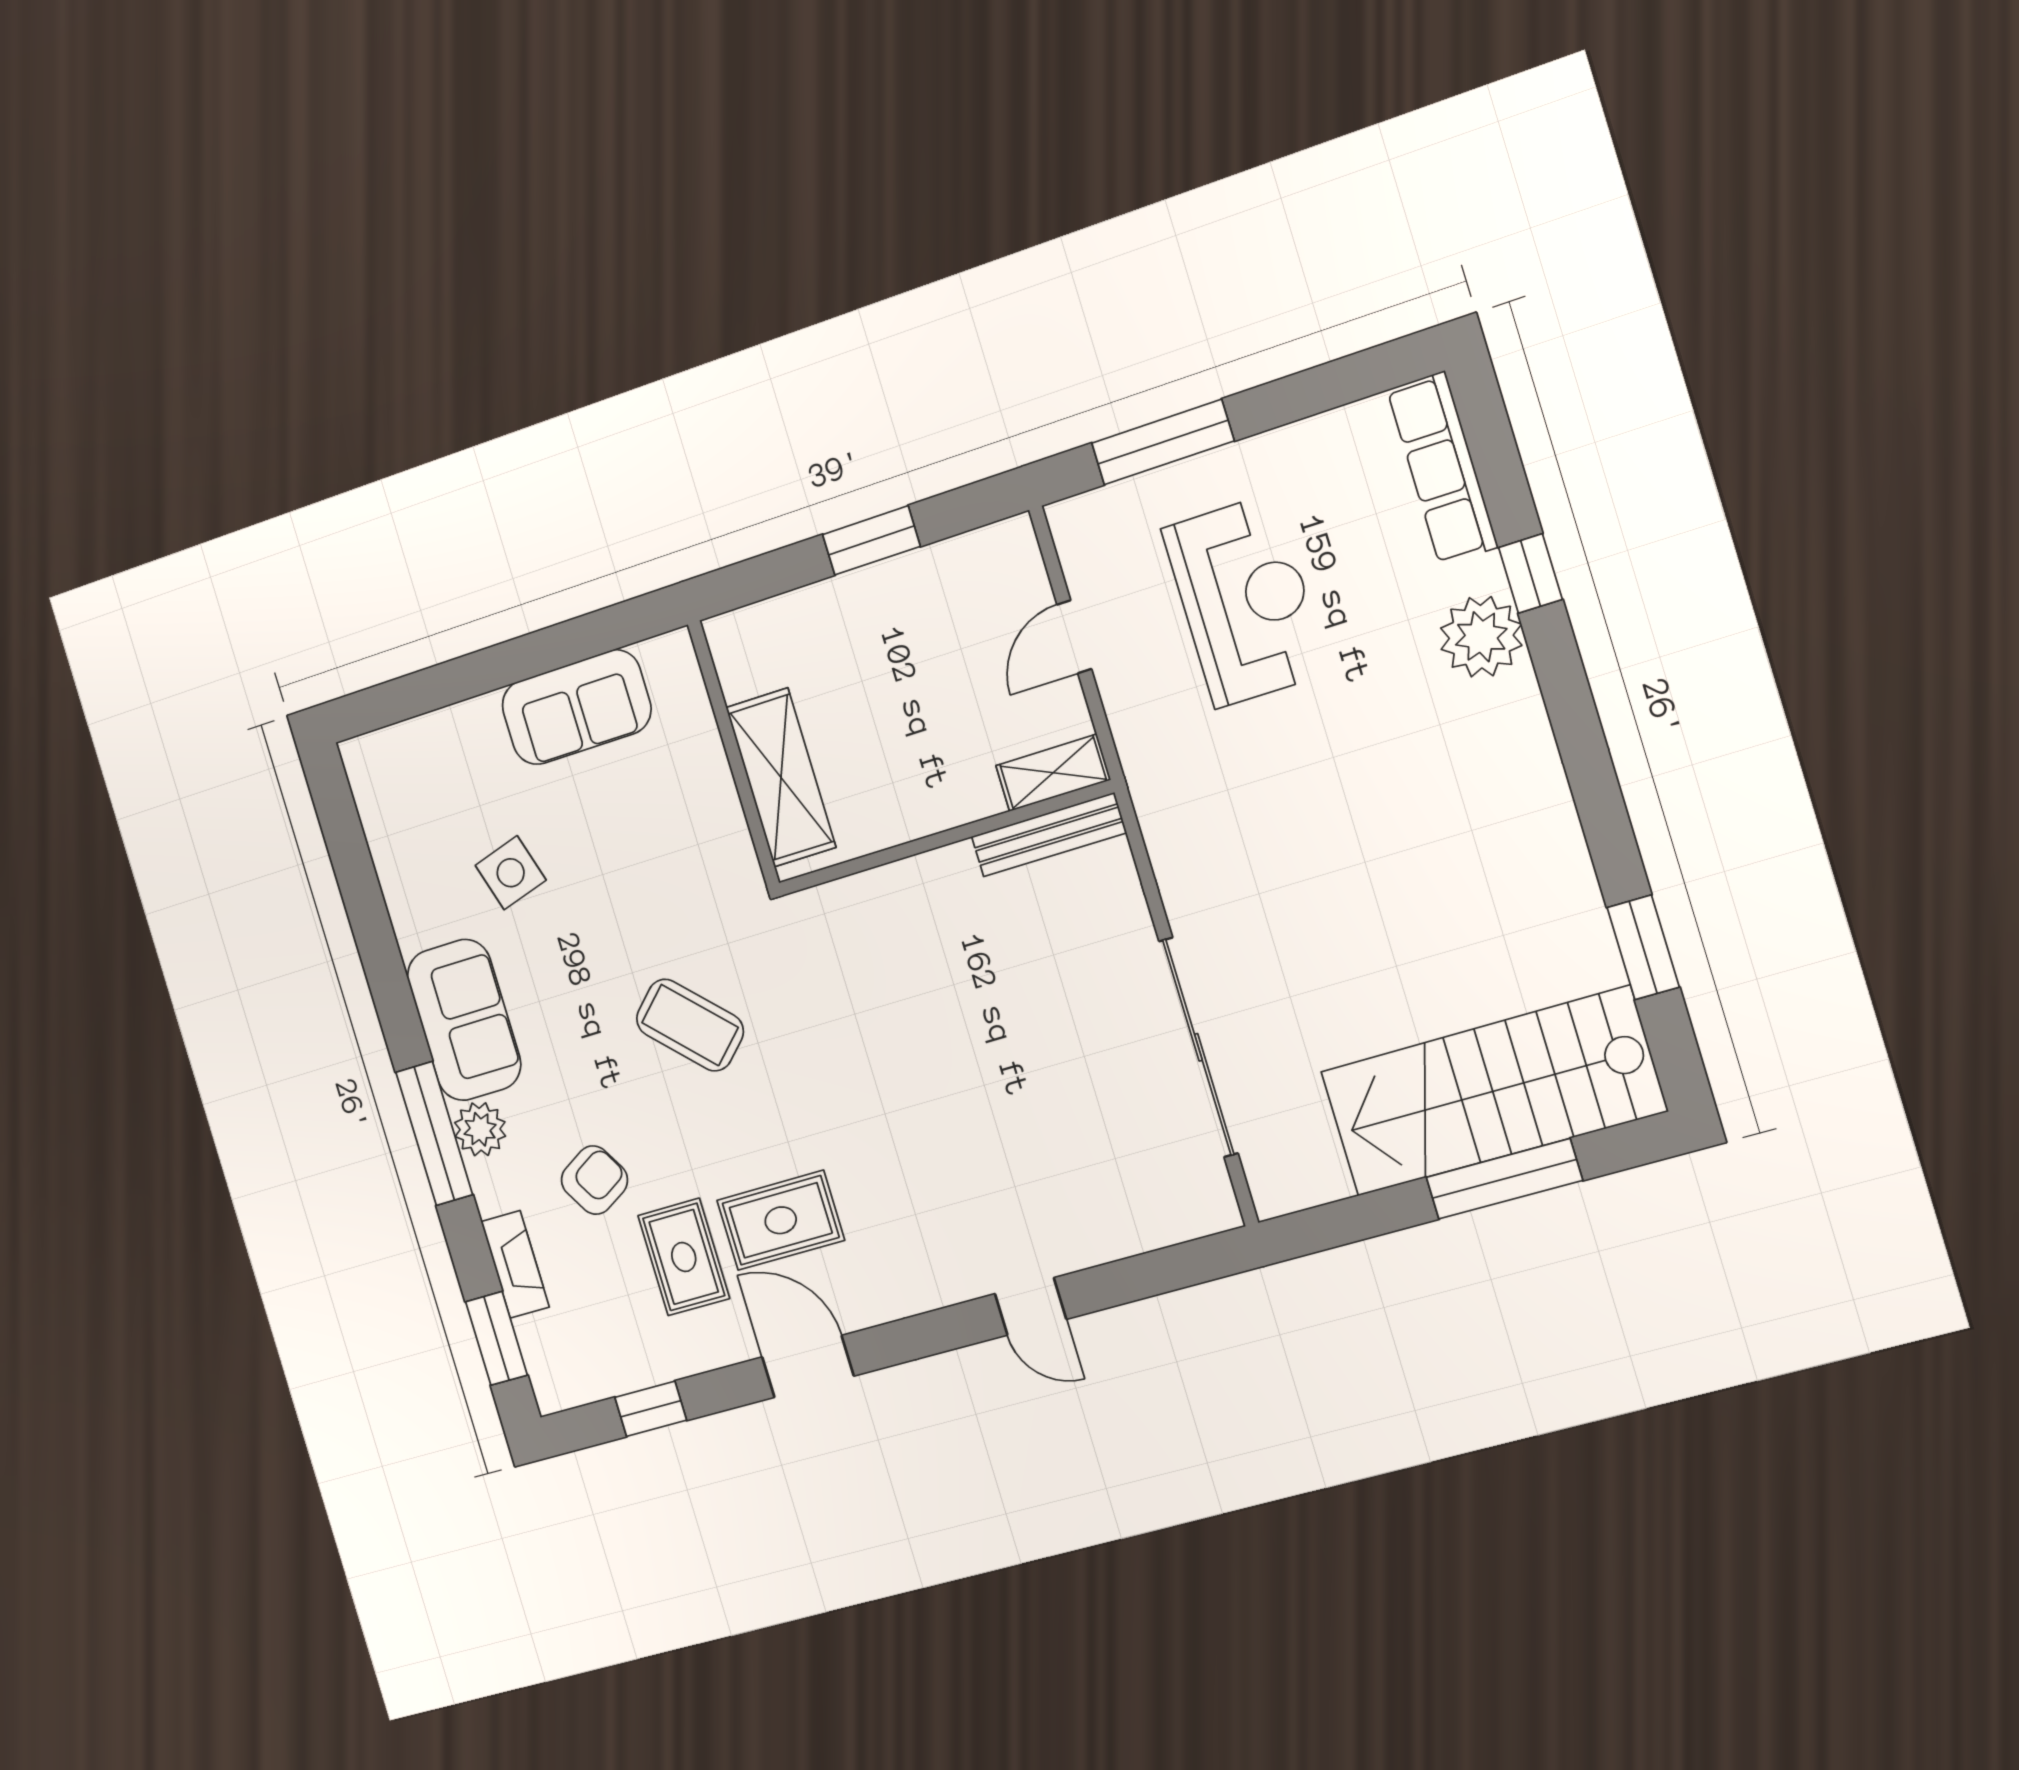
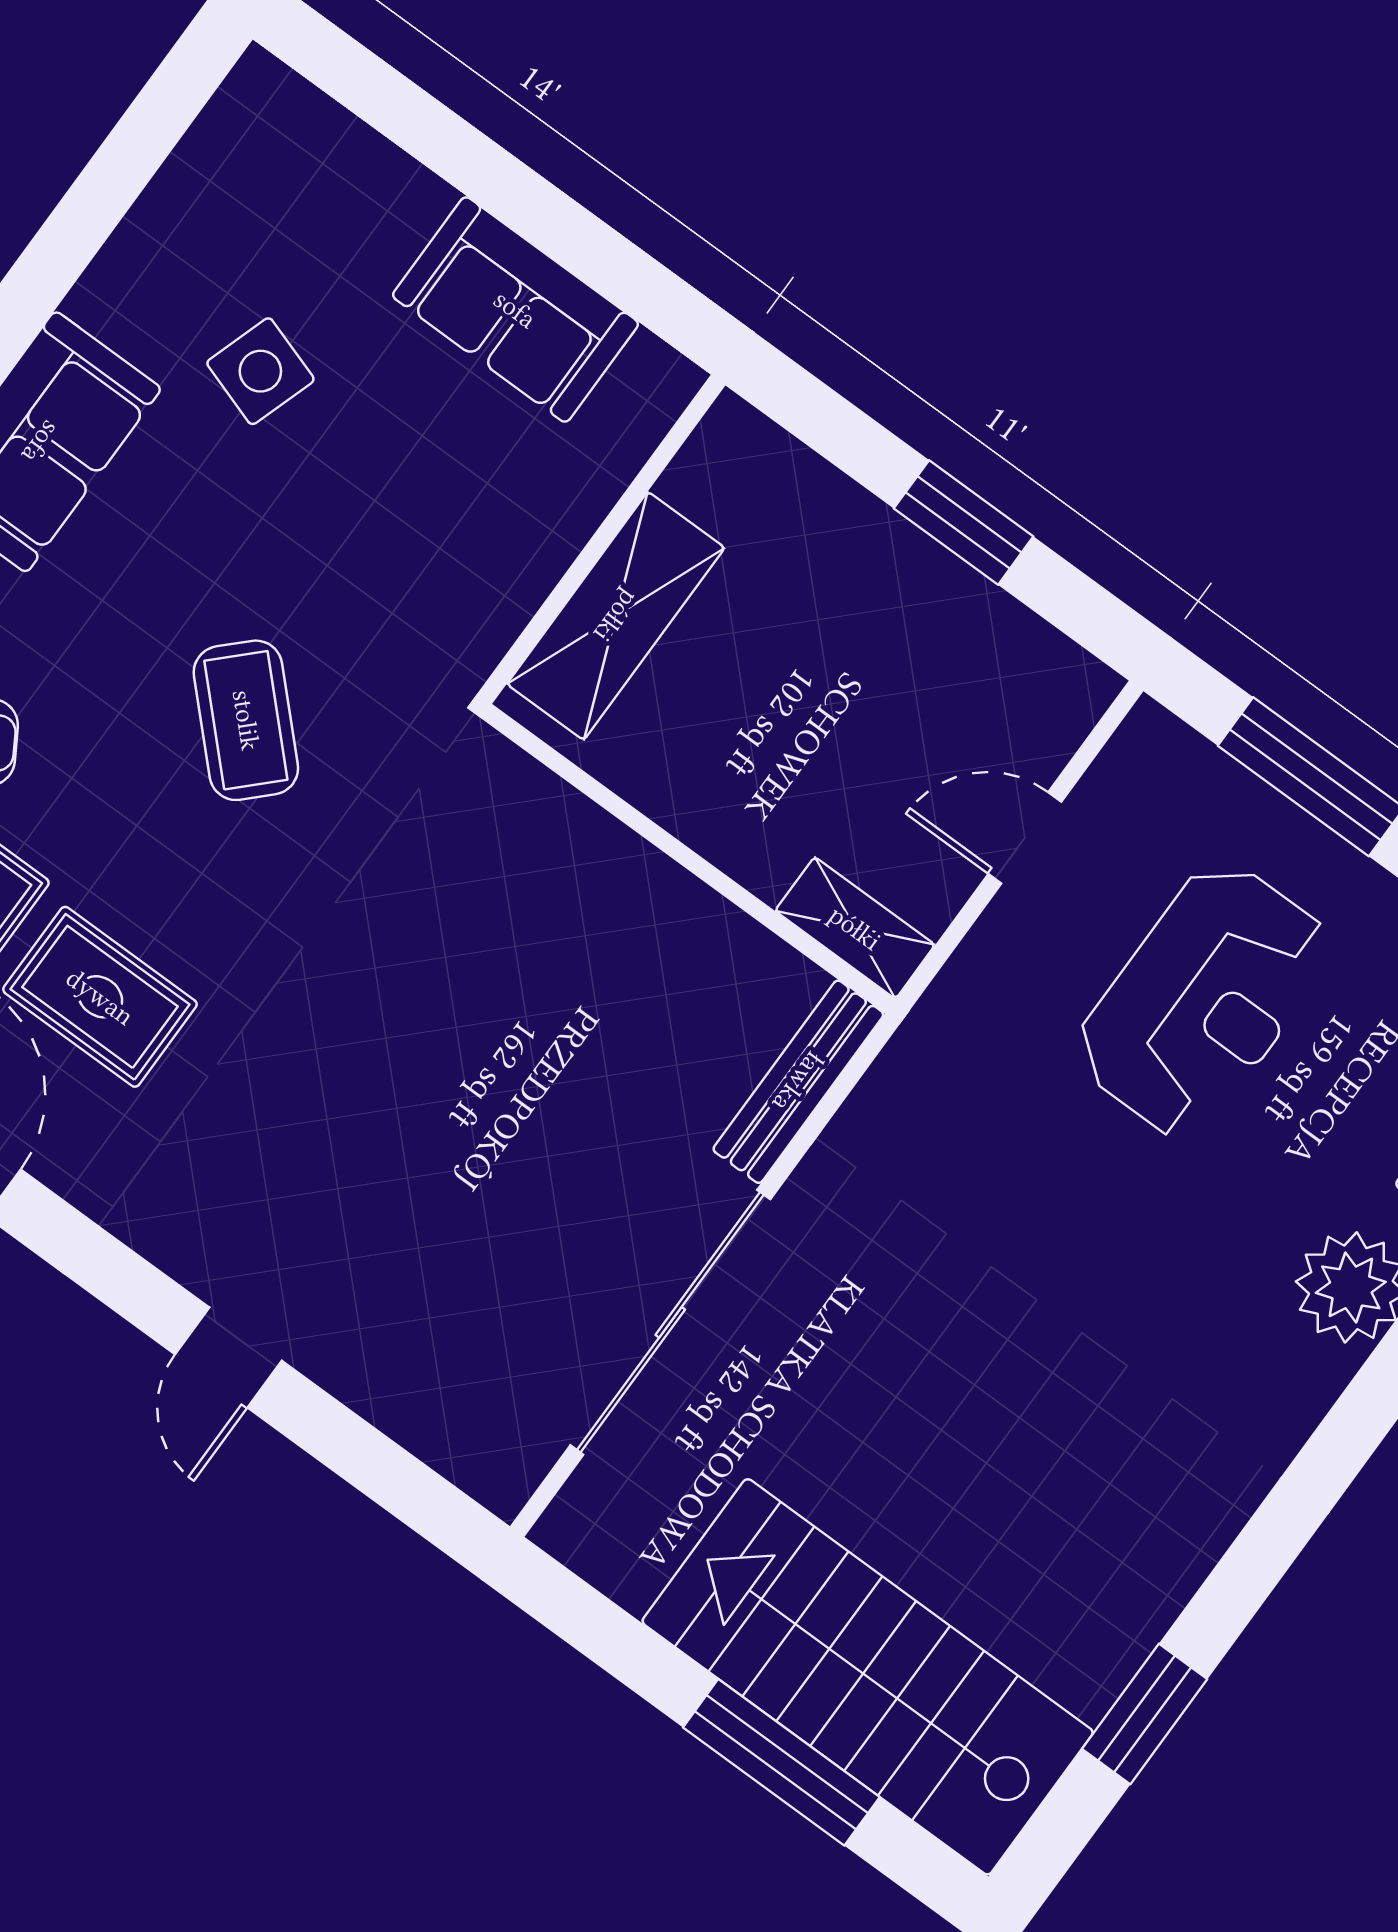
bench: (1049, 835) -> (798, 1082), moved, turned 90
side table: (511, 873) -> (260, 371), turned 35

